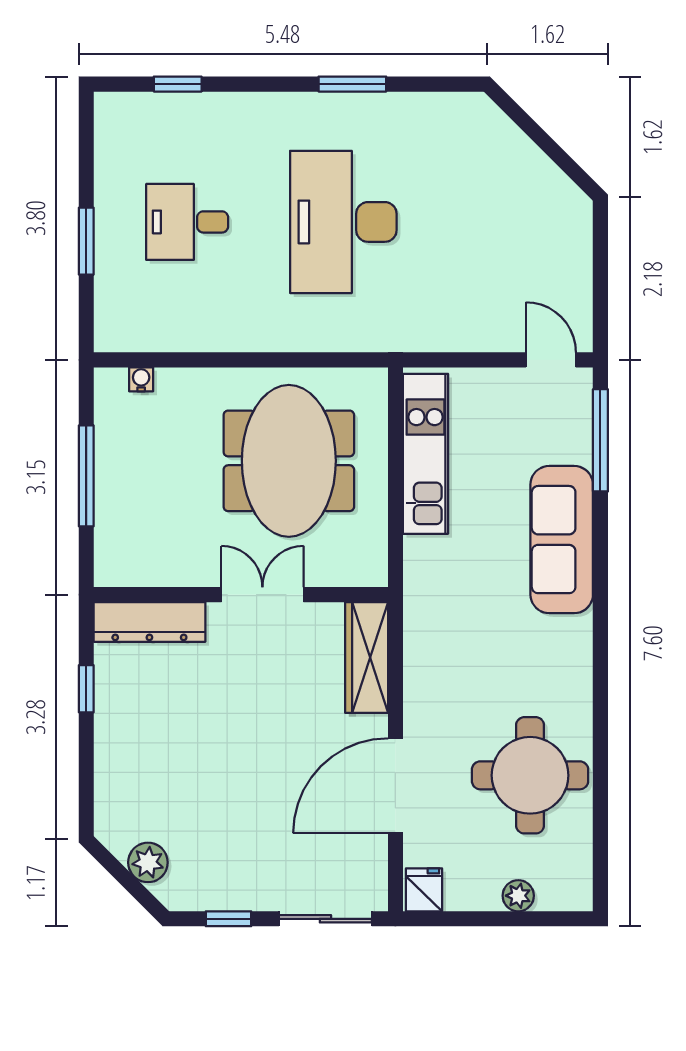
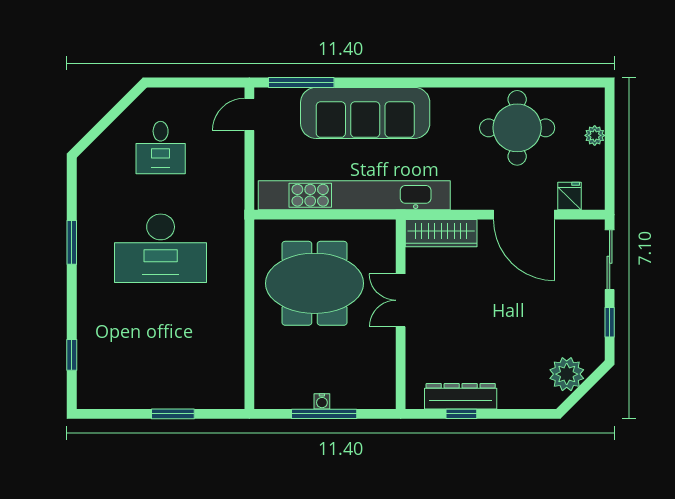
desk: (187, 222) -> (161, 148), moved
water cooler: (141, 379) -> (322, 401), moved, turned -90
kitchen unit: (425, 454) -> (354, 195), width x1.86
sofa: (562, 540) -> (365, 113), width x1.36, depth x1.27
dresser: (149, 622) -> (461, 396), moved, turned -90
plant: (148, 862) -> (567, 374), width x1.36, depth x1.36
fridge: (424, 890) -> (570, 196), moved, turned 90

